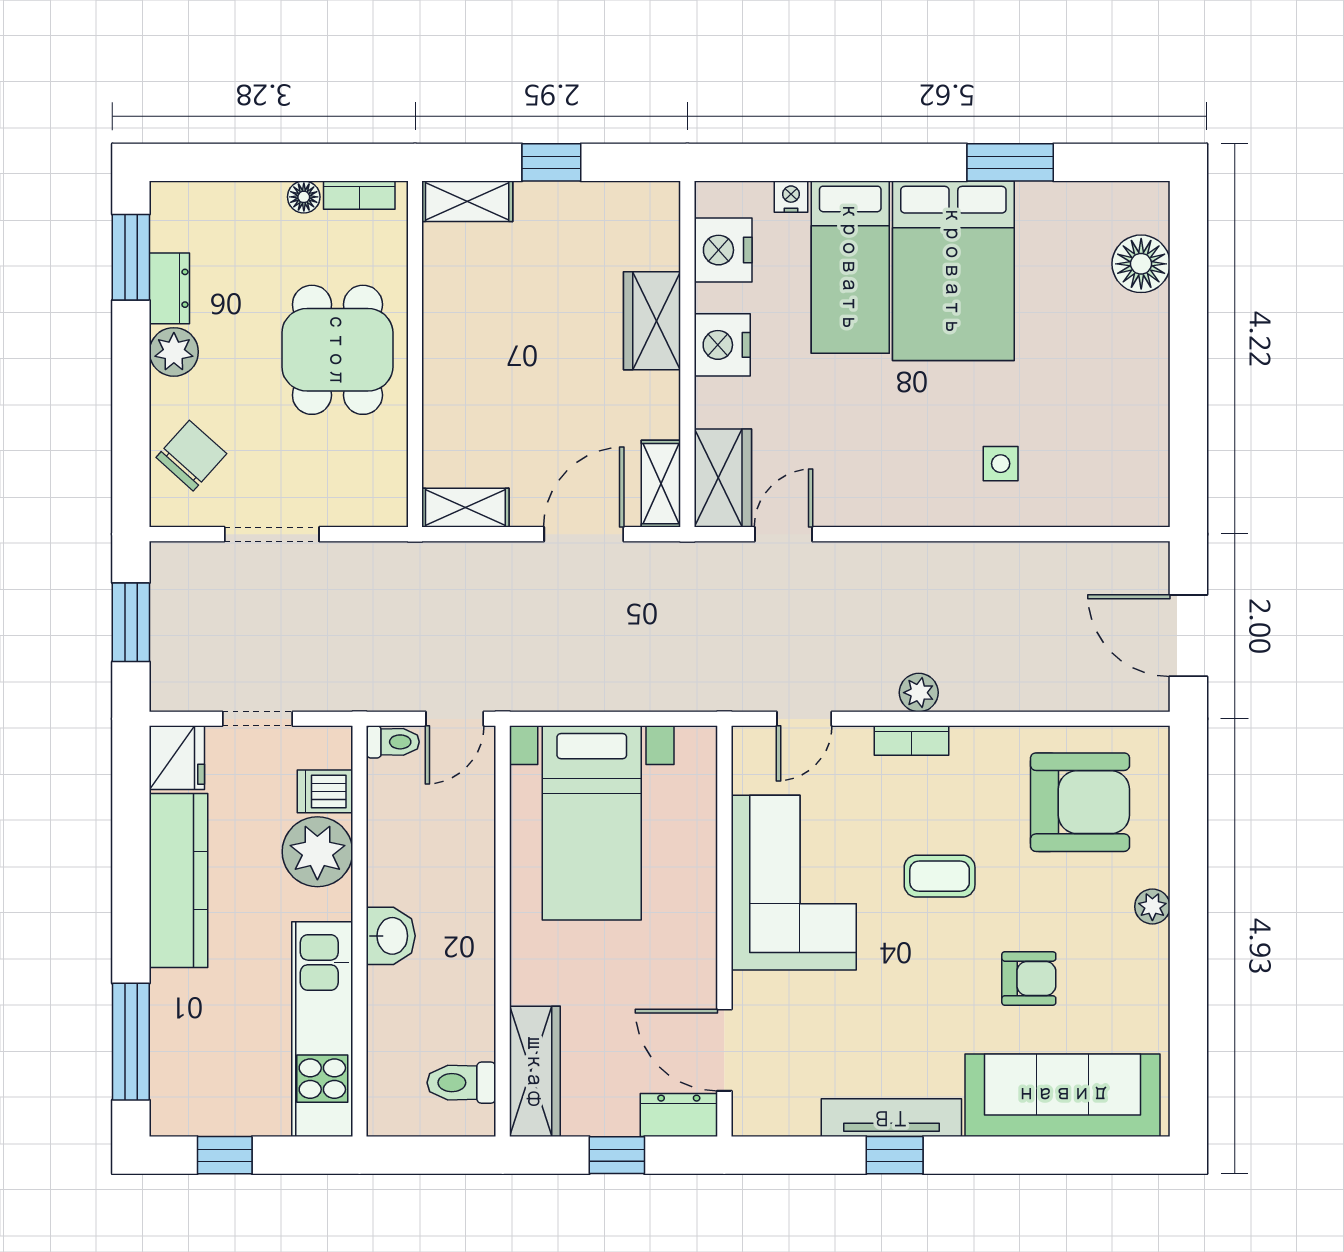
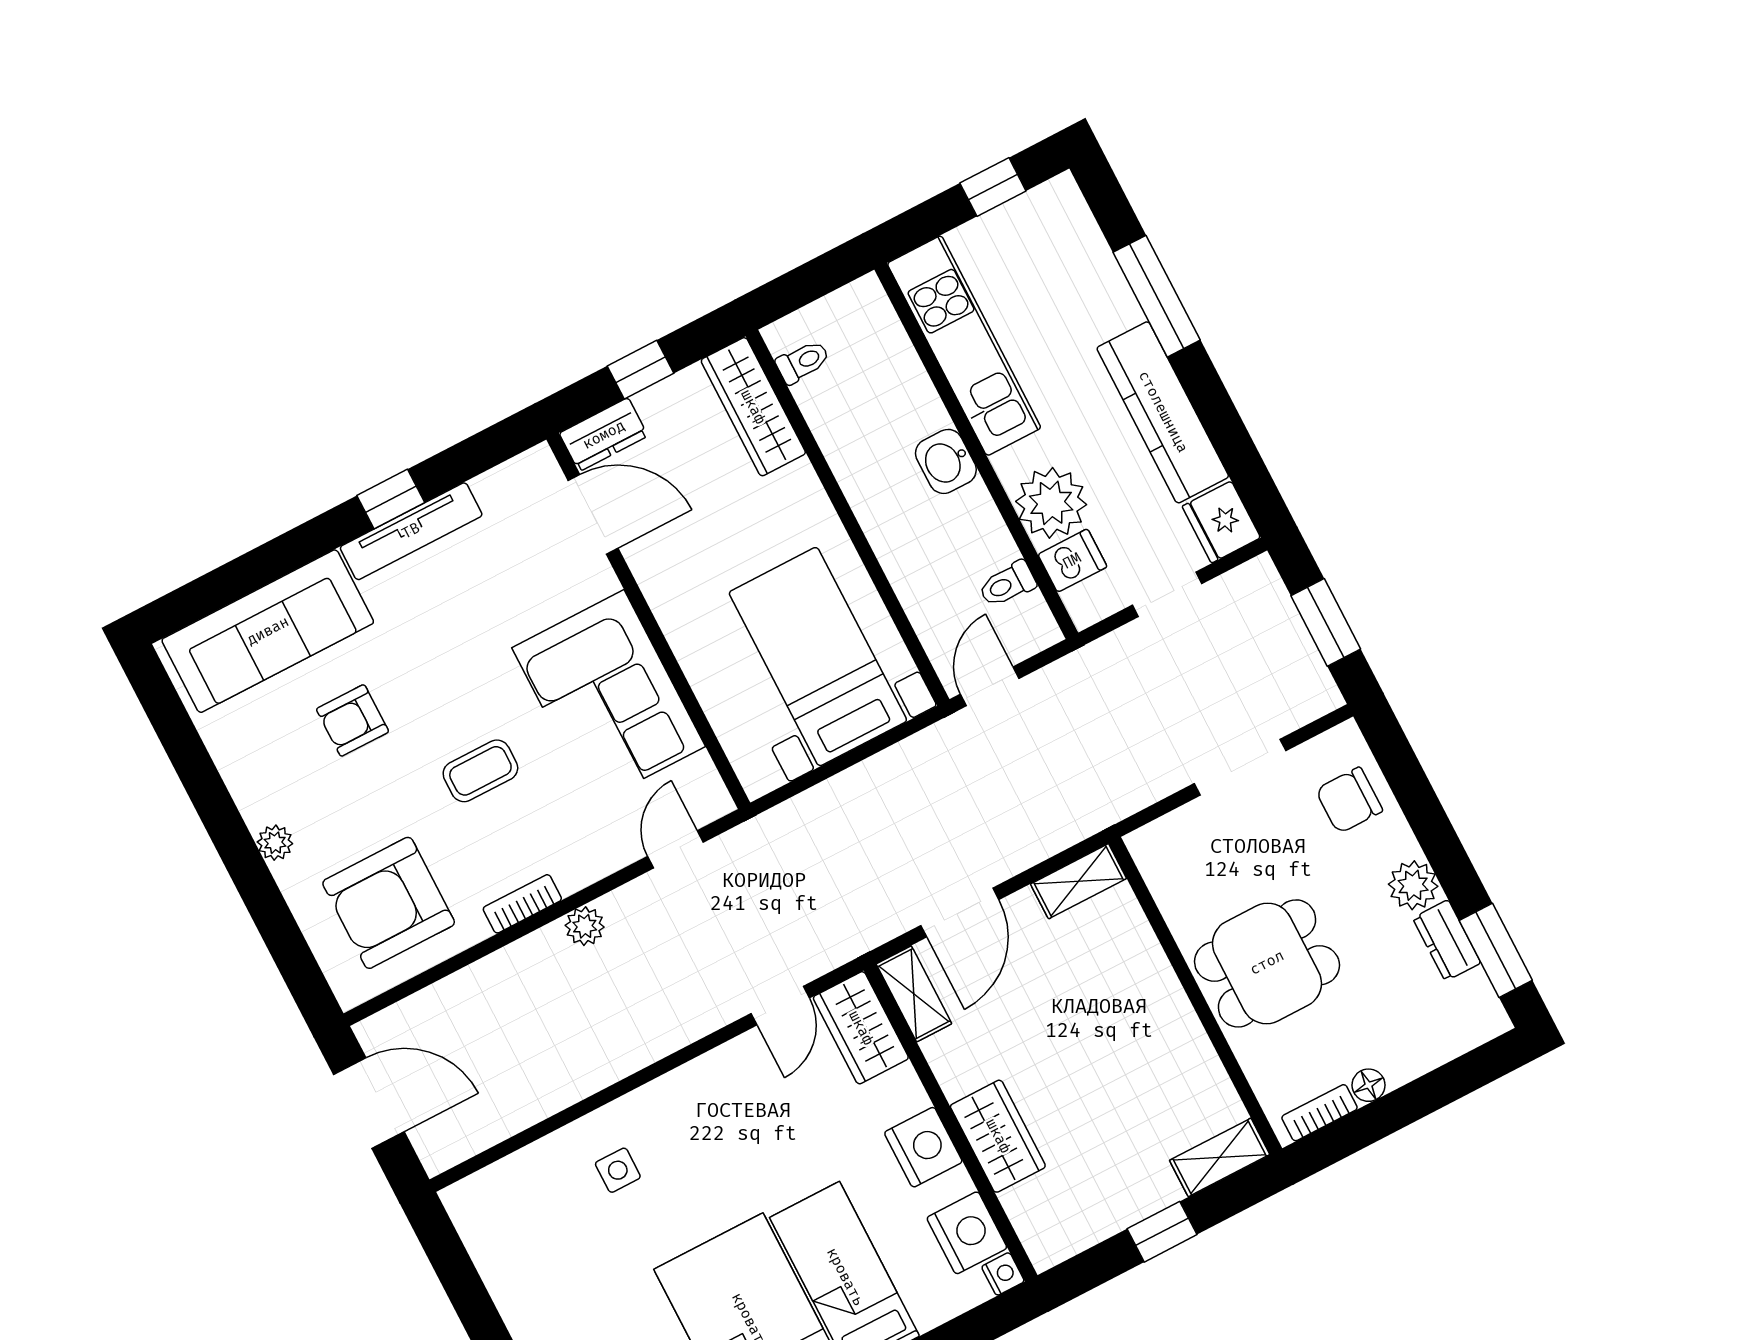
nightstand: (791, 197) -> (1003, 1274), moved, turned -90
dining table: (337, 350) -> (1267, 963), turned 90
chair: (191, 456) -> (1349, 800), turned 48
bookcase: (911, 741) -> (522, 904), moved
toilet: (393, 742) -> (1007, 584), moved
window: (131, 1042) -> (1157, 296), moved
toilet: (461, 1083) -> (803, 362), width x0.73, depth x0.72

